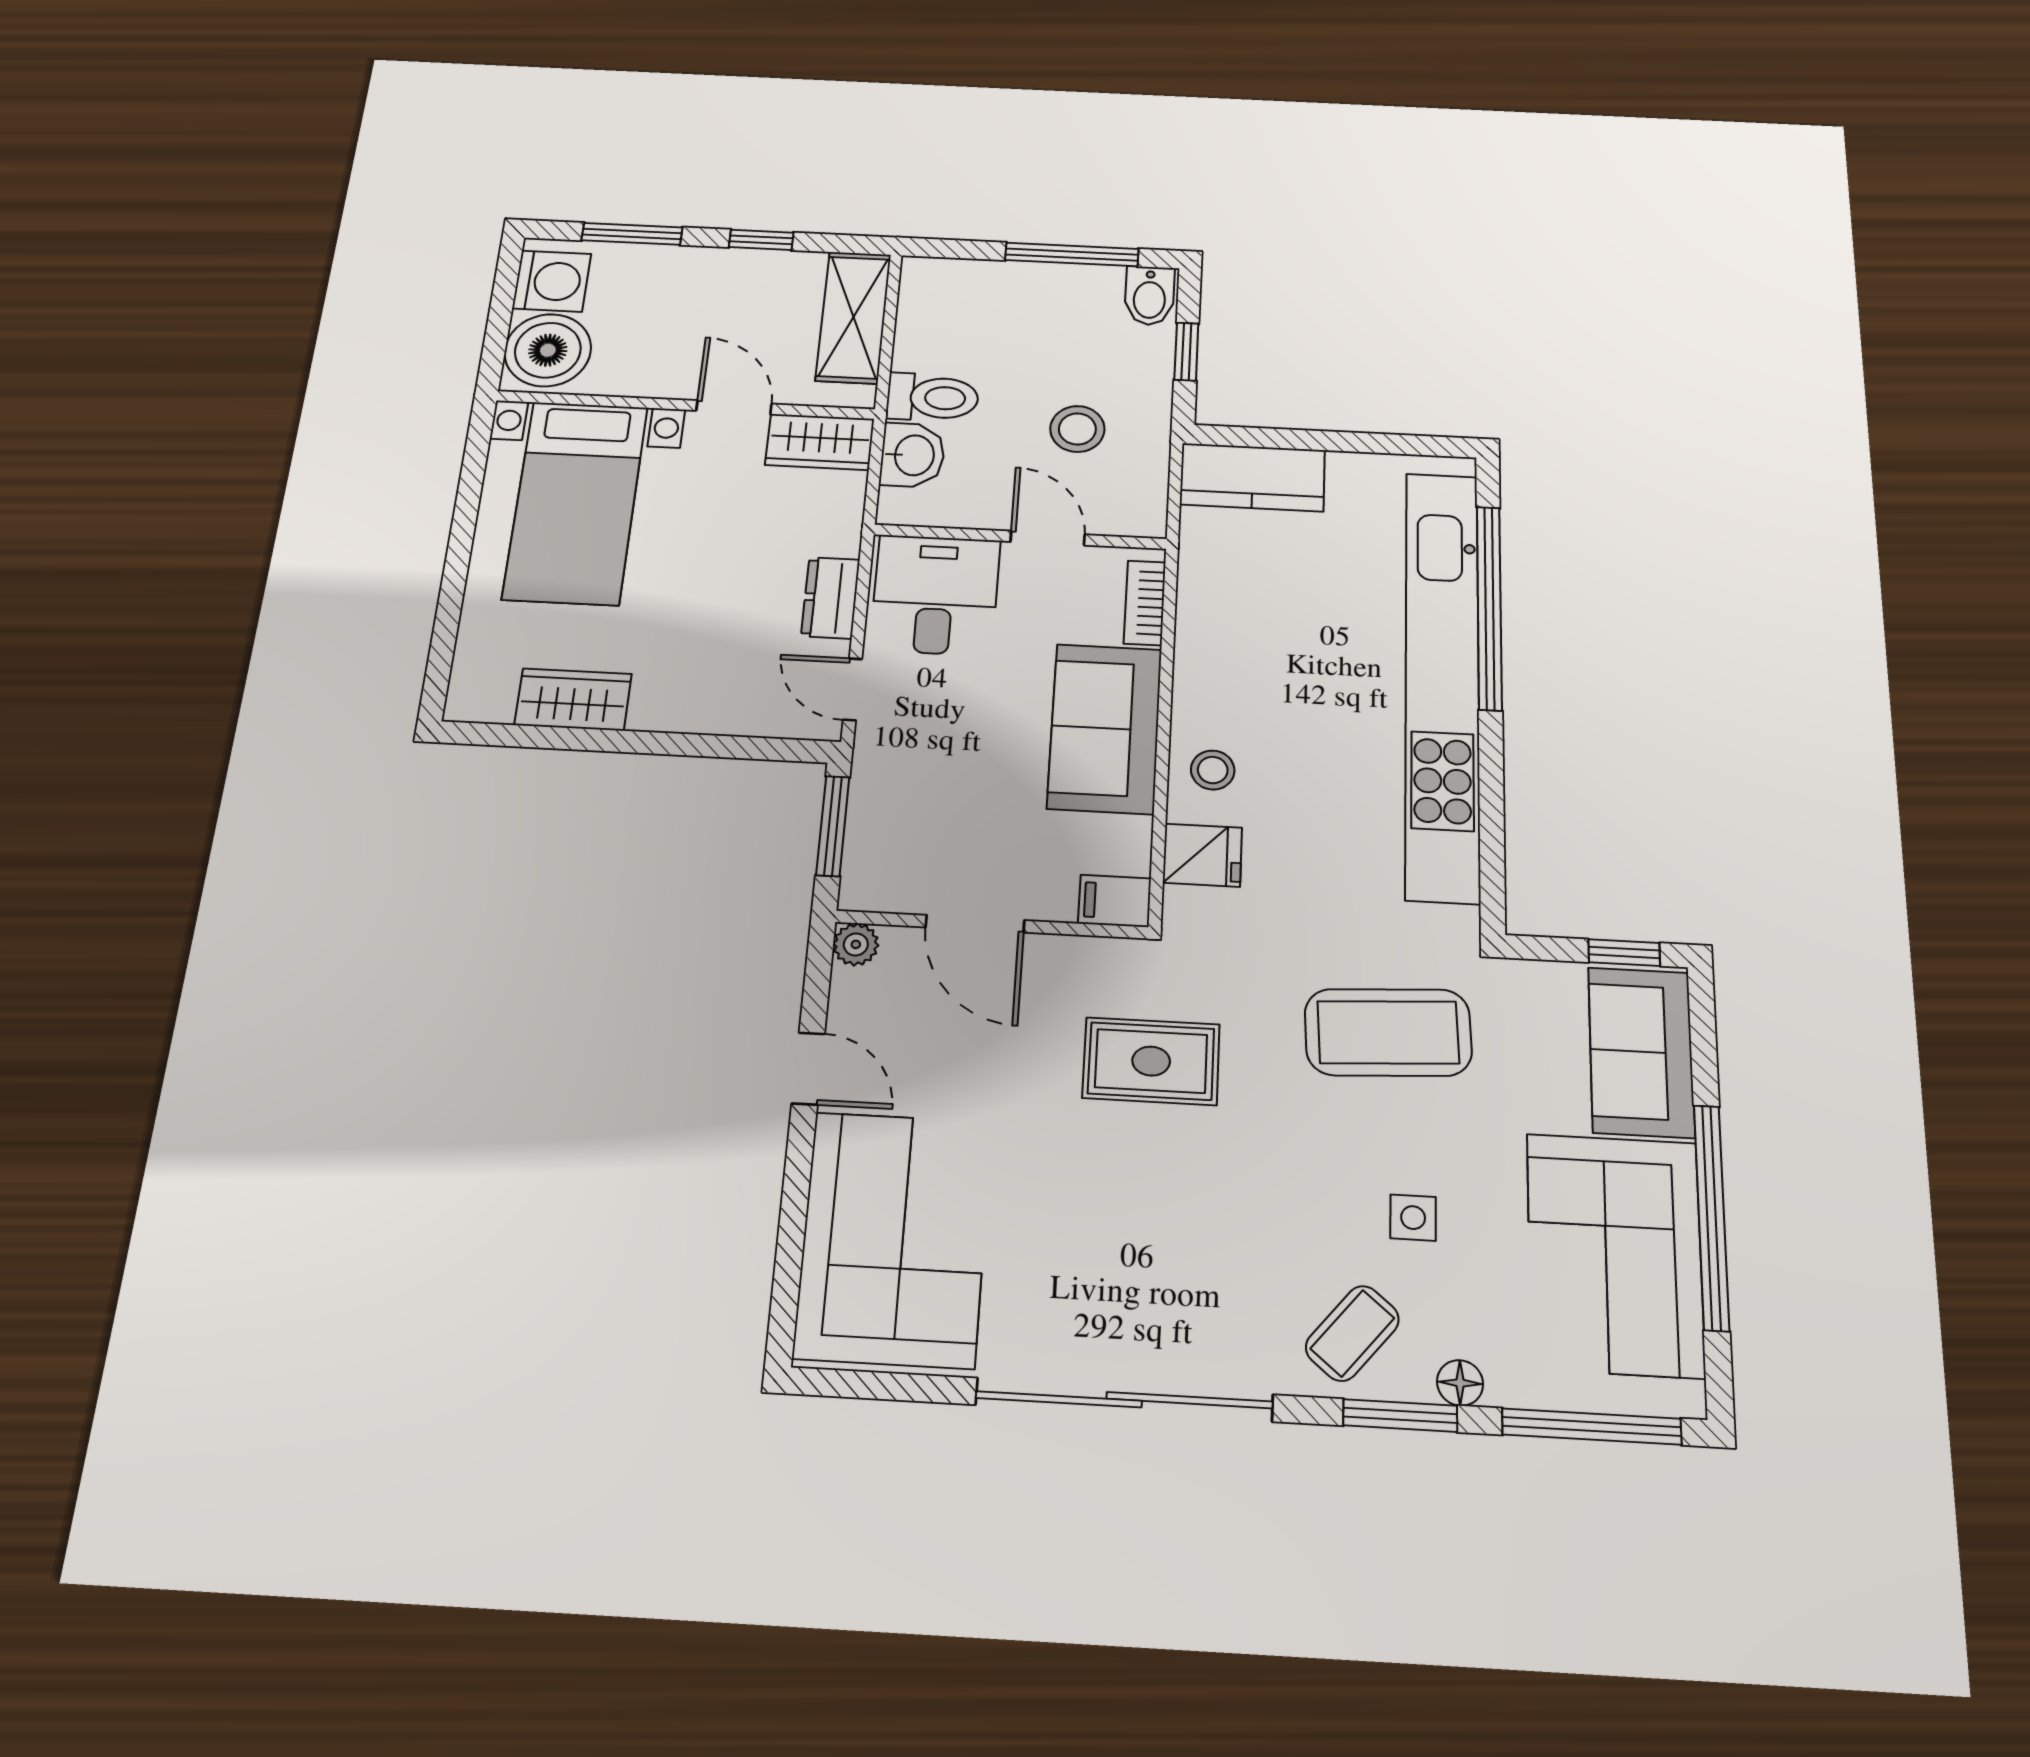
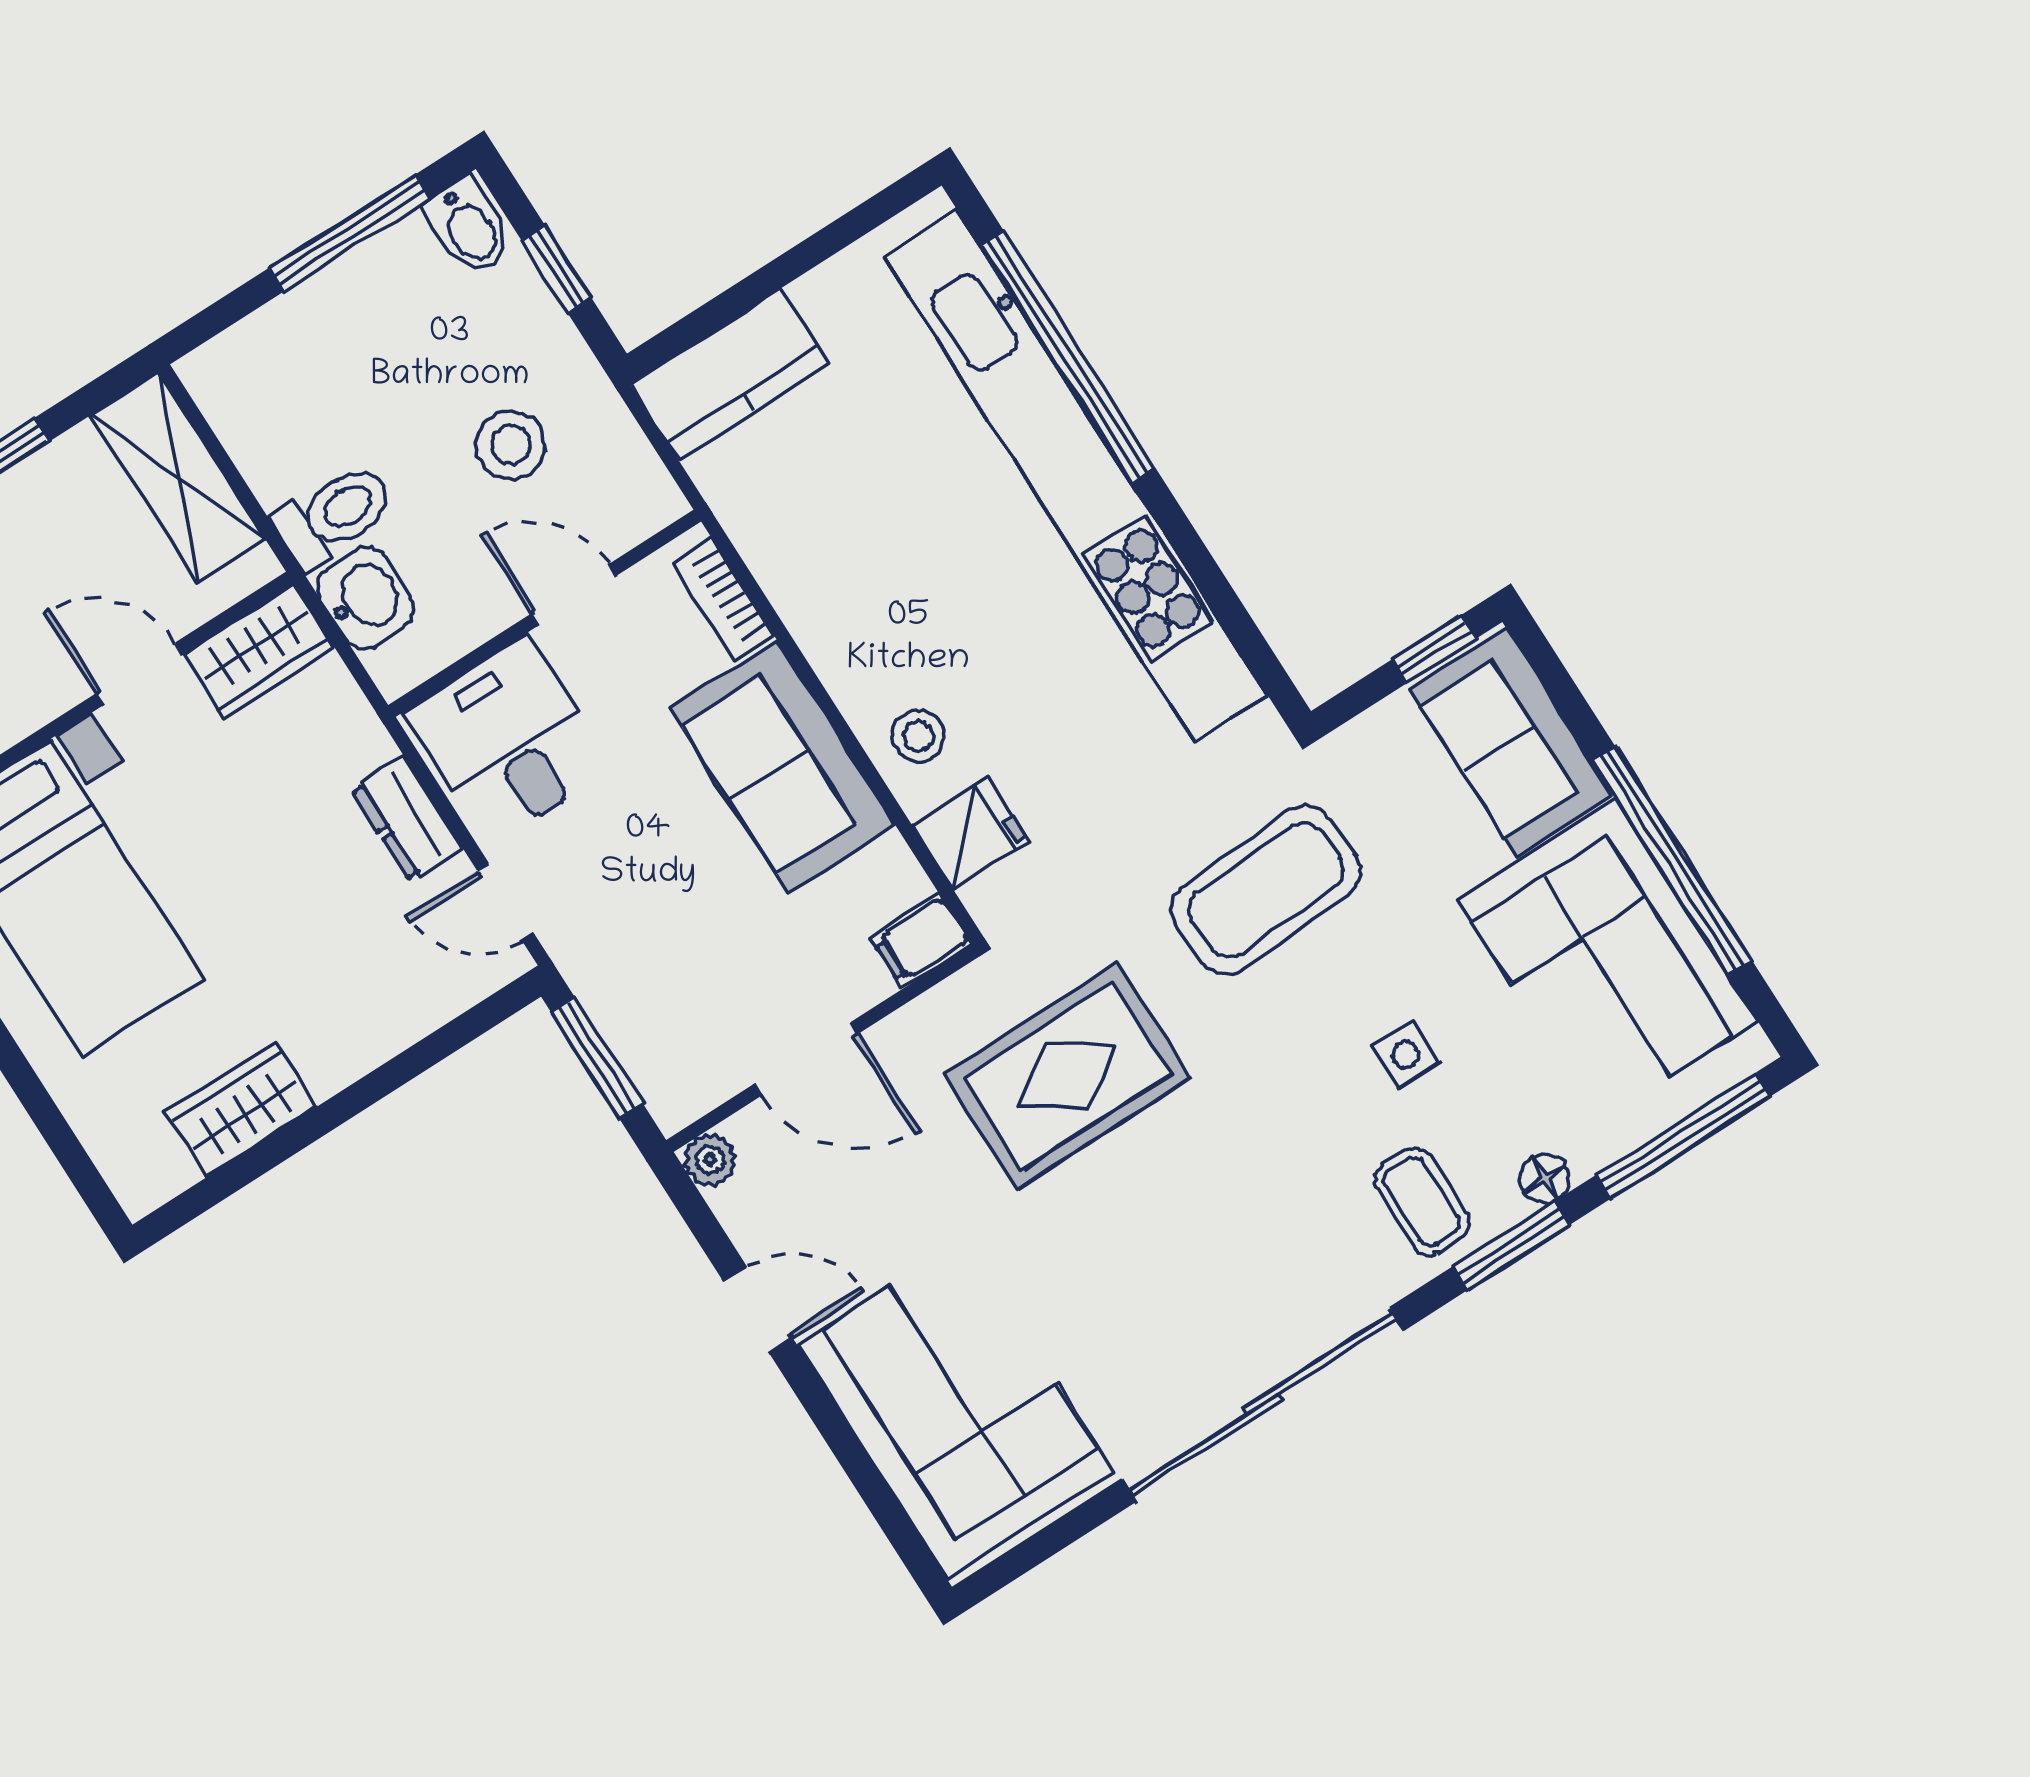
rug: (1151, 1061) -> (1067, 1076), width x1.36, depth x1.43
coffee table: (1352, 1333) -> (1422, 1201), turned -40

